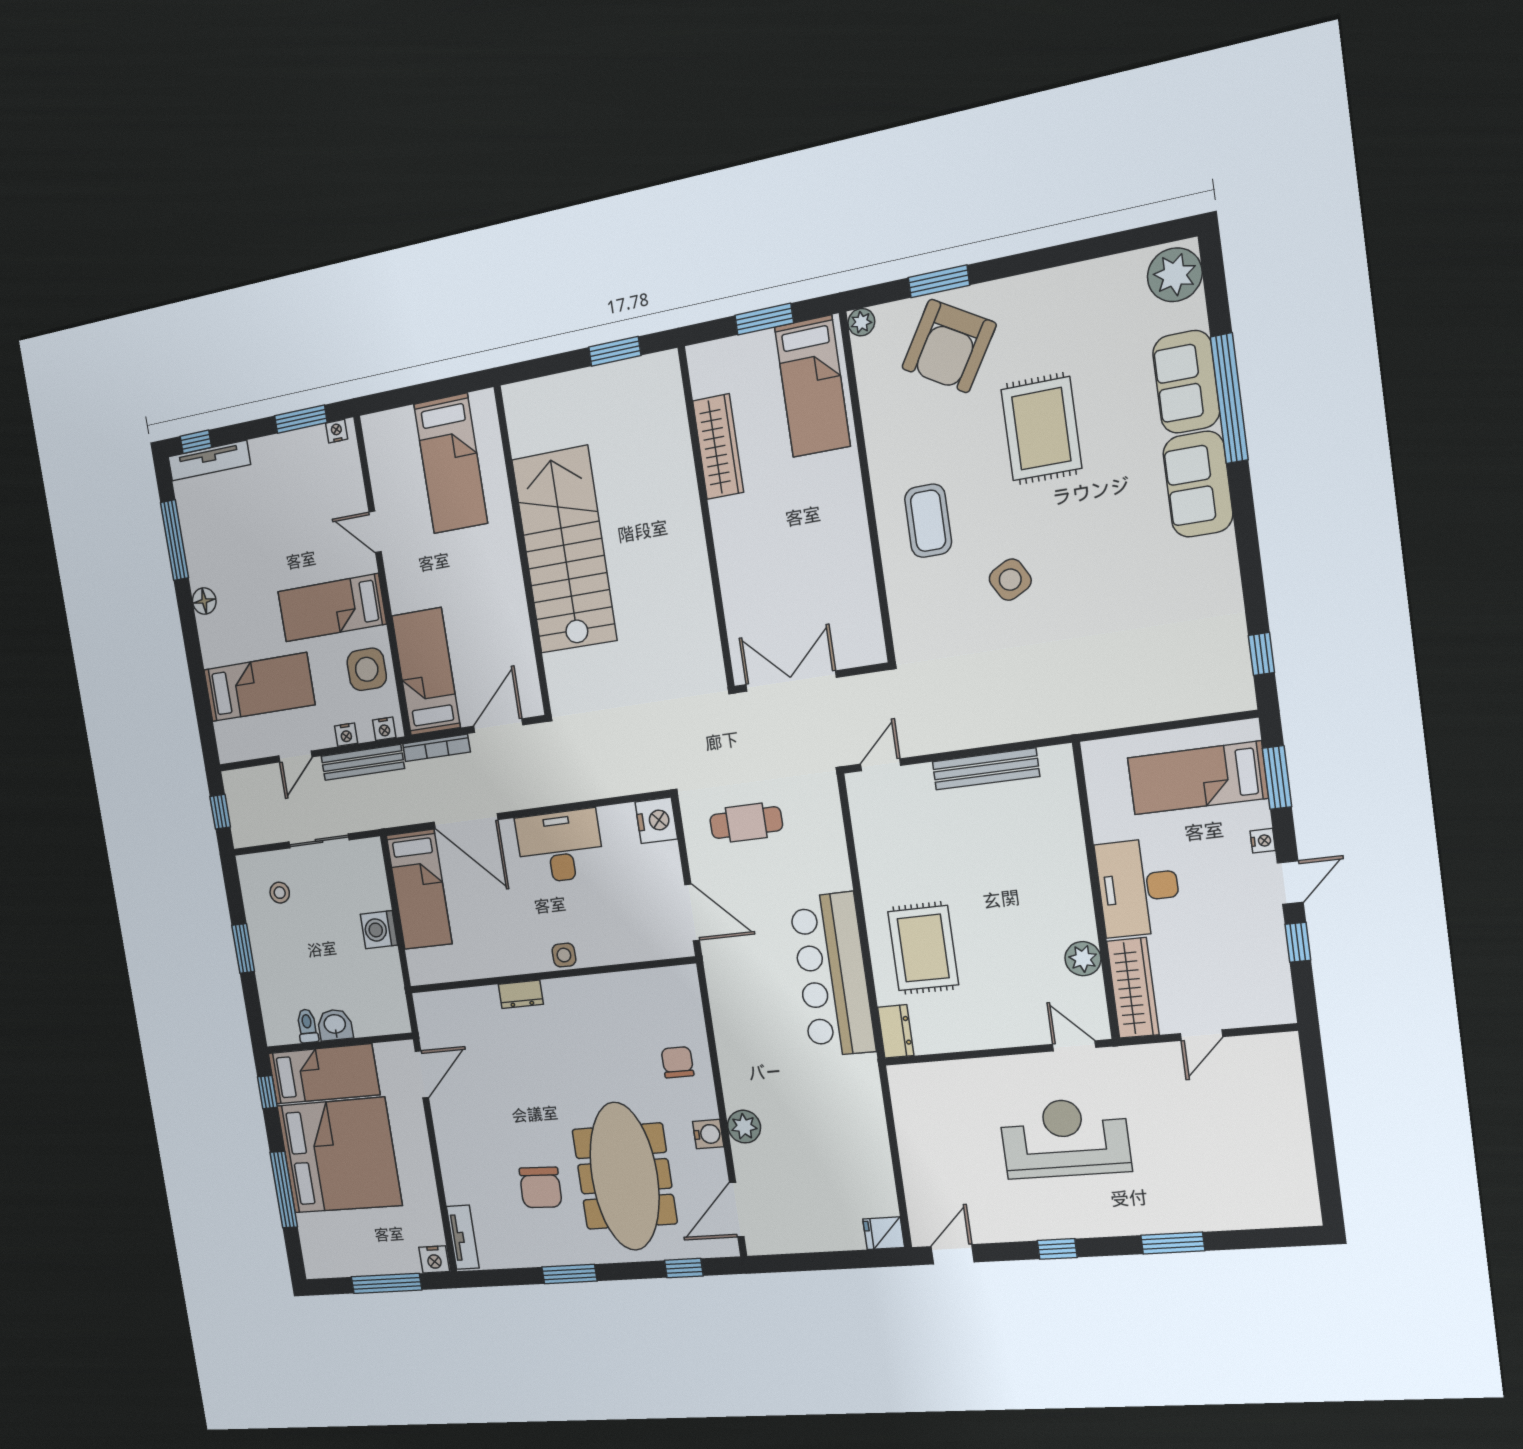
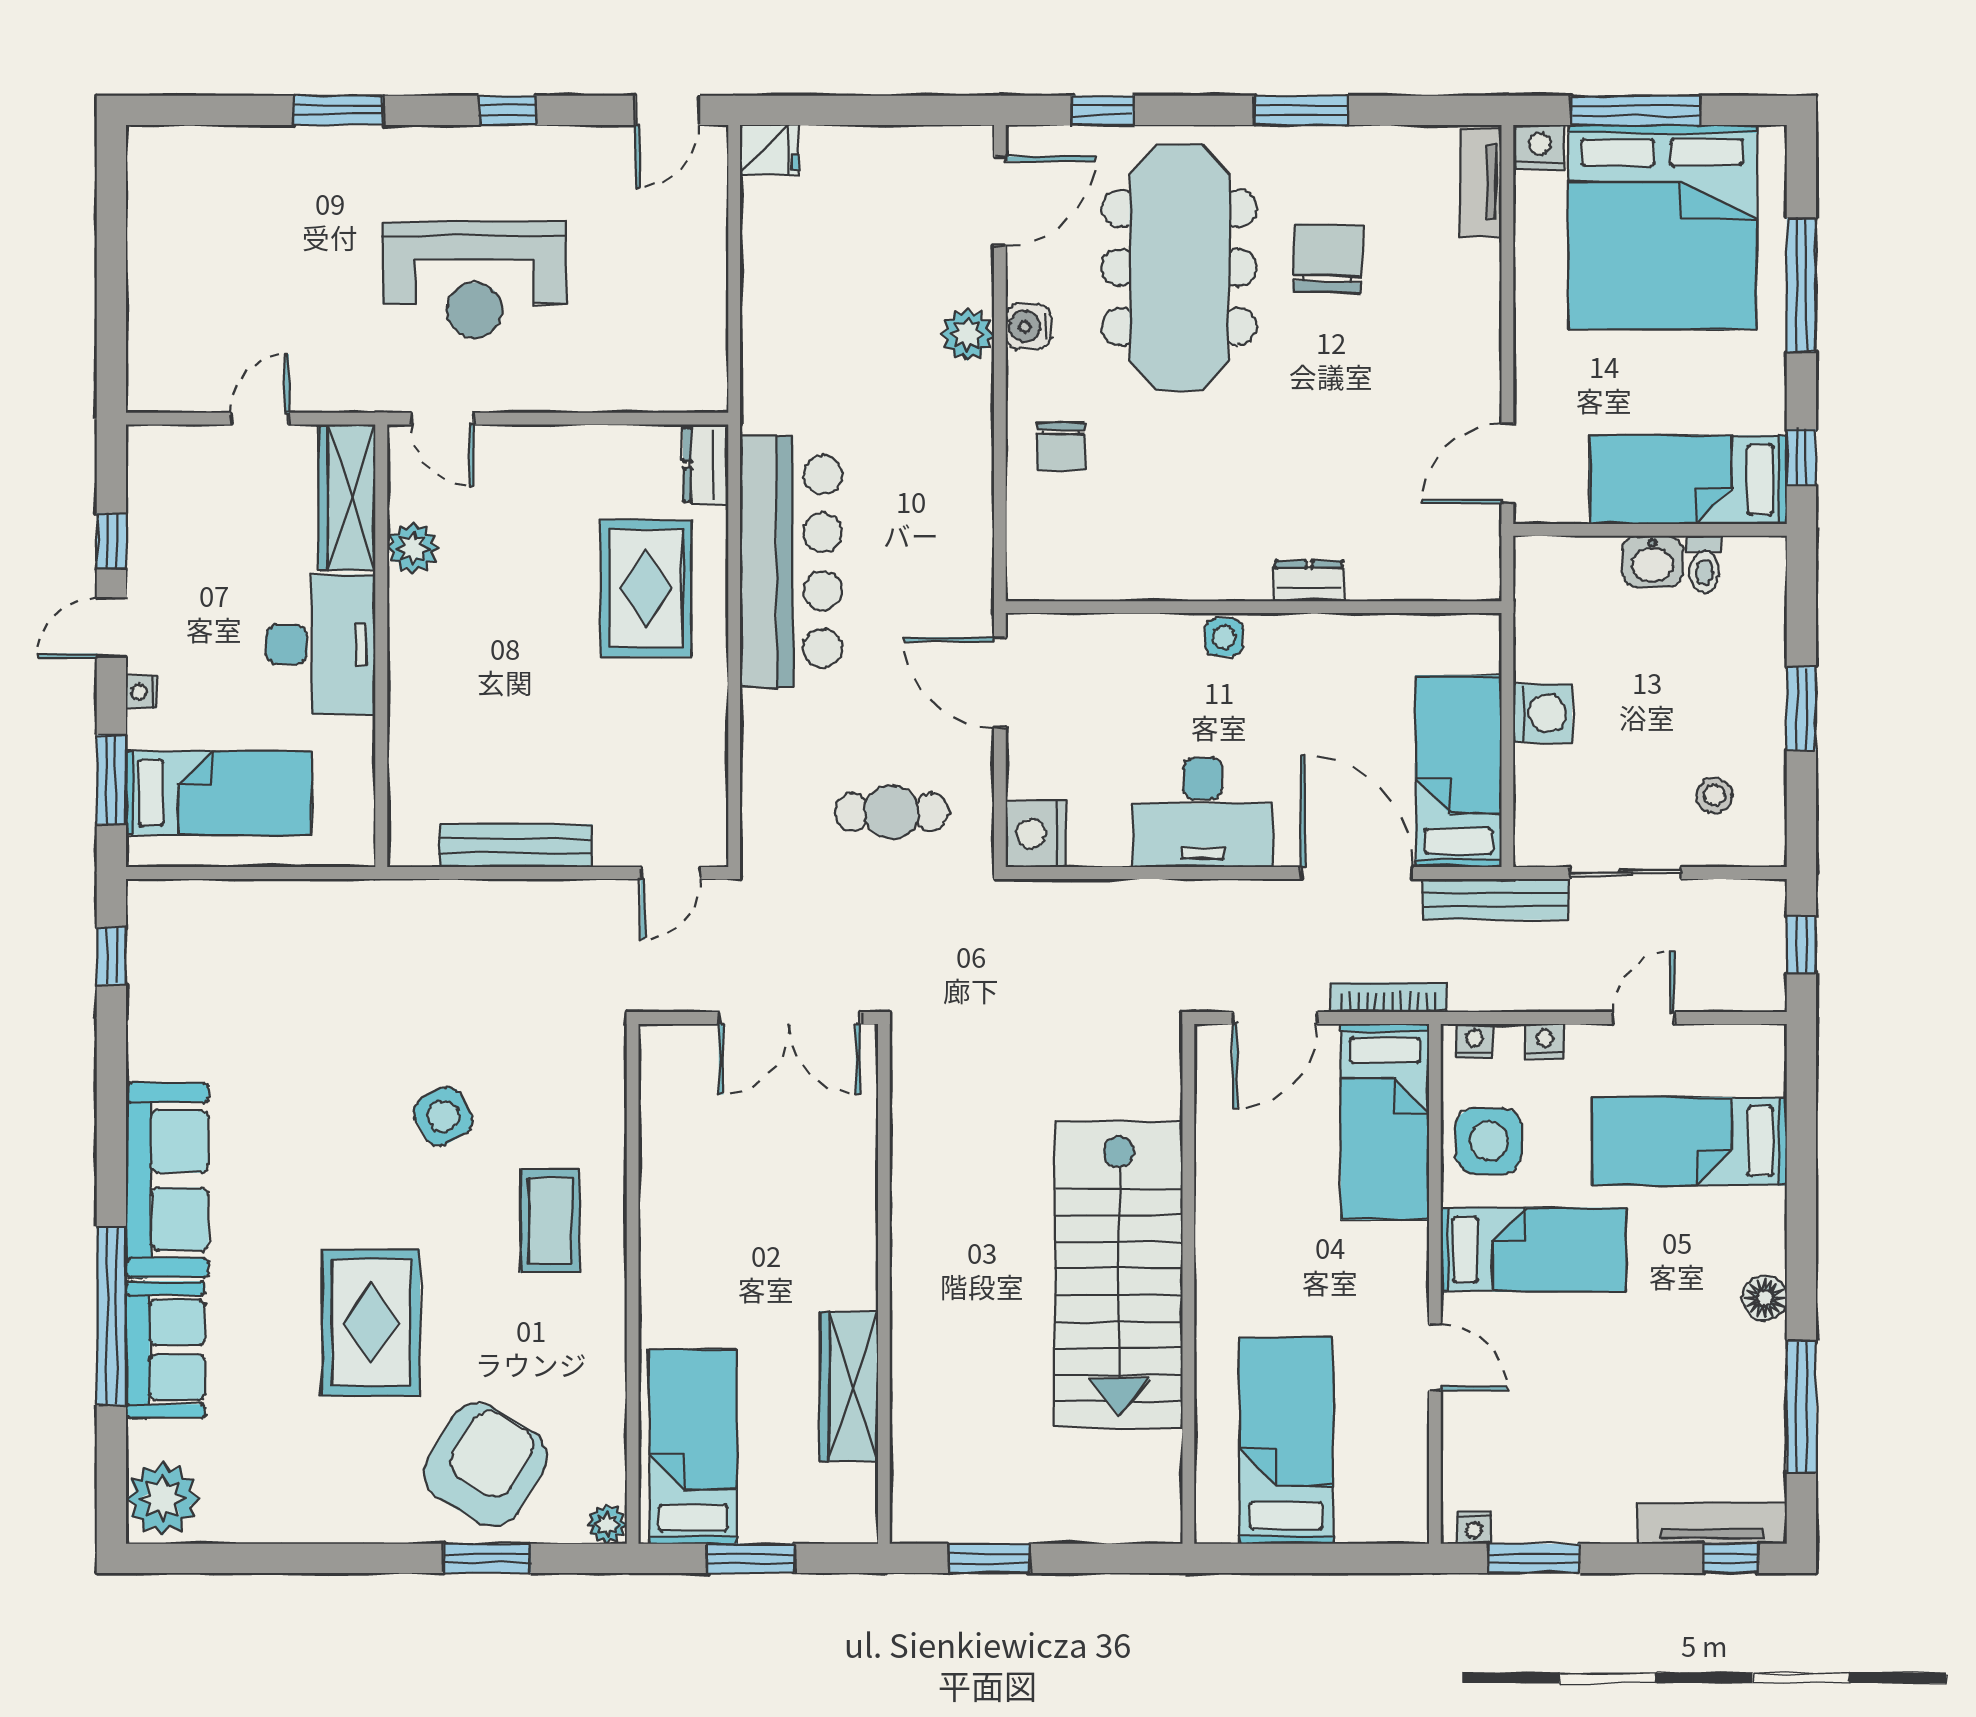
sofa: (1198, 484) -> (167, 1180), width x1.36
bench: (363, 762) -> (1496, 899), moved
bed: (339, 1155) -> (1662, 227), moved, turned -90

